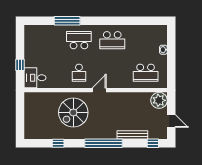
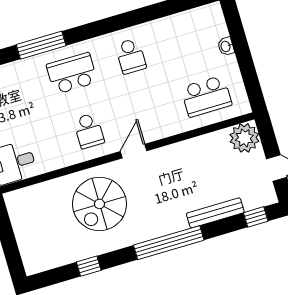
school desk: (112, 40) -> (131, 56), width x0.54

